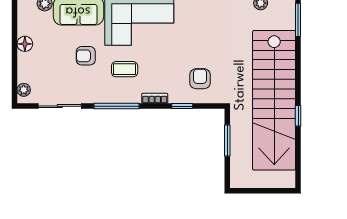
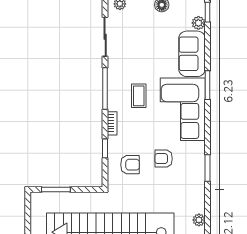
armchair: (86, 56) -> (164, 159), moved, turned -90
window: (227, 140) -> (56, 189), moved

